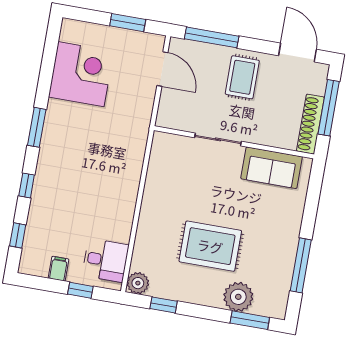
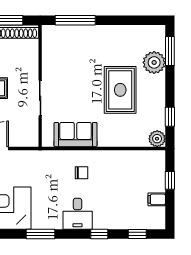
window: (37, 127) -> (41, 234), moved
sofa: (272, 168) -> (76, 135), moved, turned -90
chair: (111, 176) -> (82, 173), added
desk: (105, 260) -> (78, 214), moved, turned 180
window: (301, 265) -> (75, 20), moved

